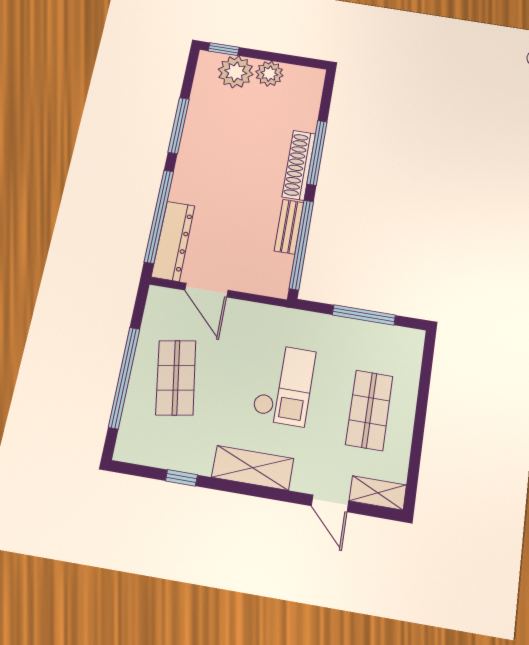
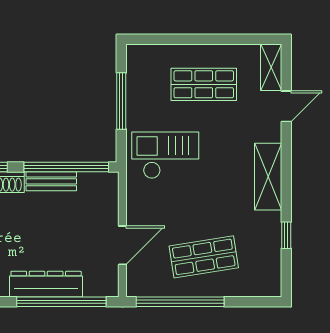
dresser: (173, 241) -> (46, 284), moved
window: (124, 378) -> (180, 302), moved
checkout: (284, 385) -> (165, 155), moved

